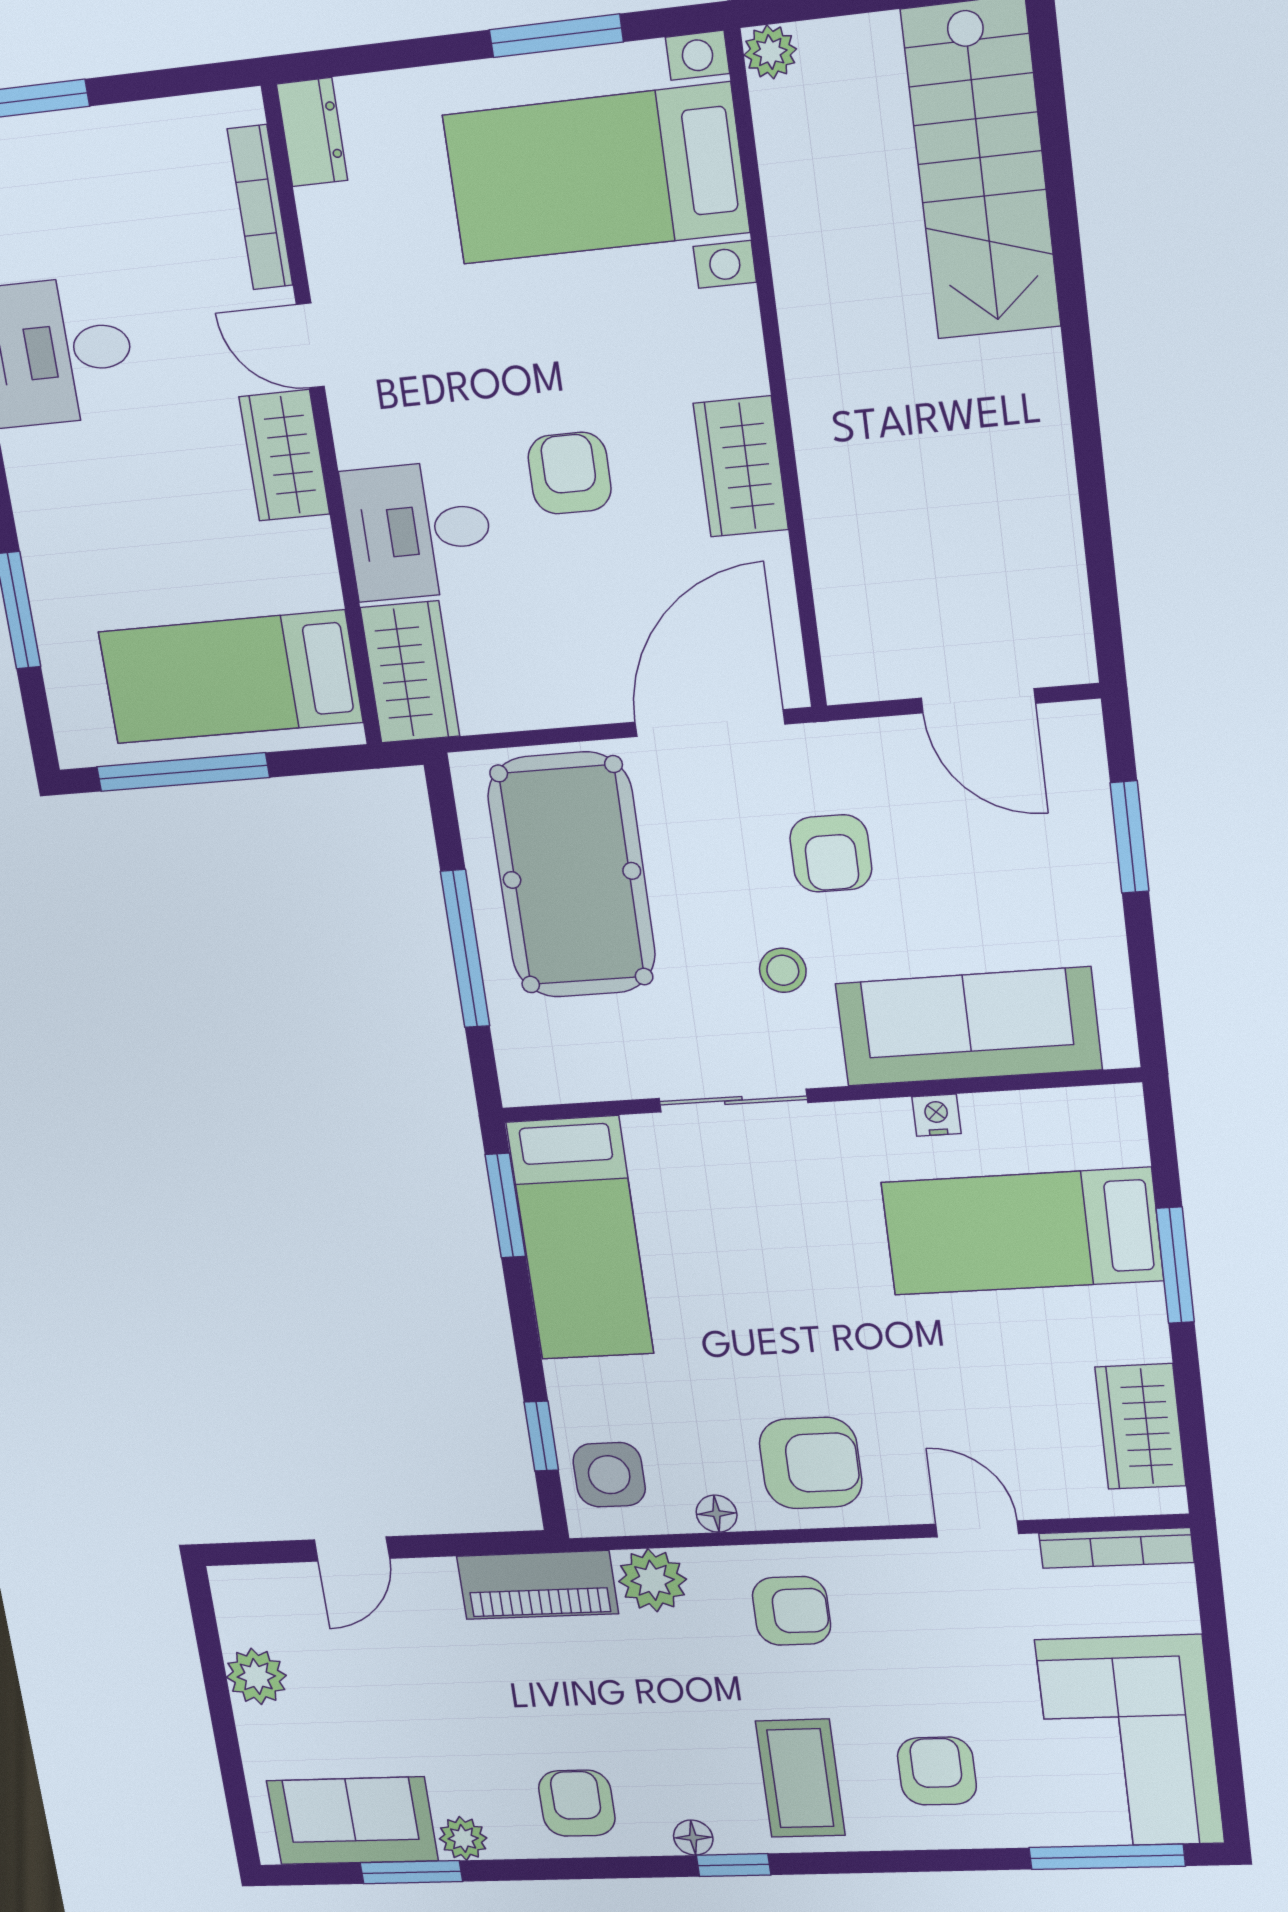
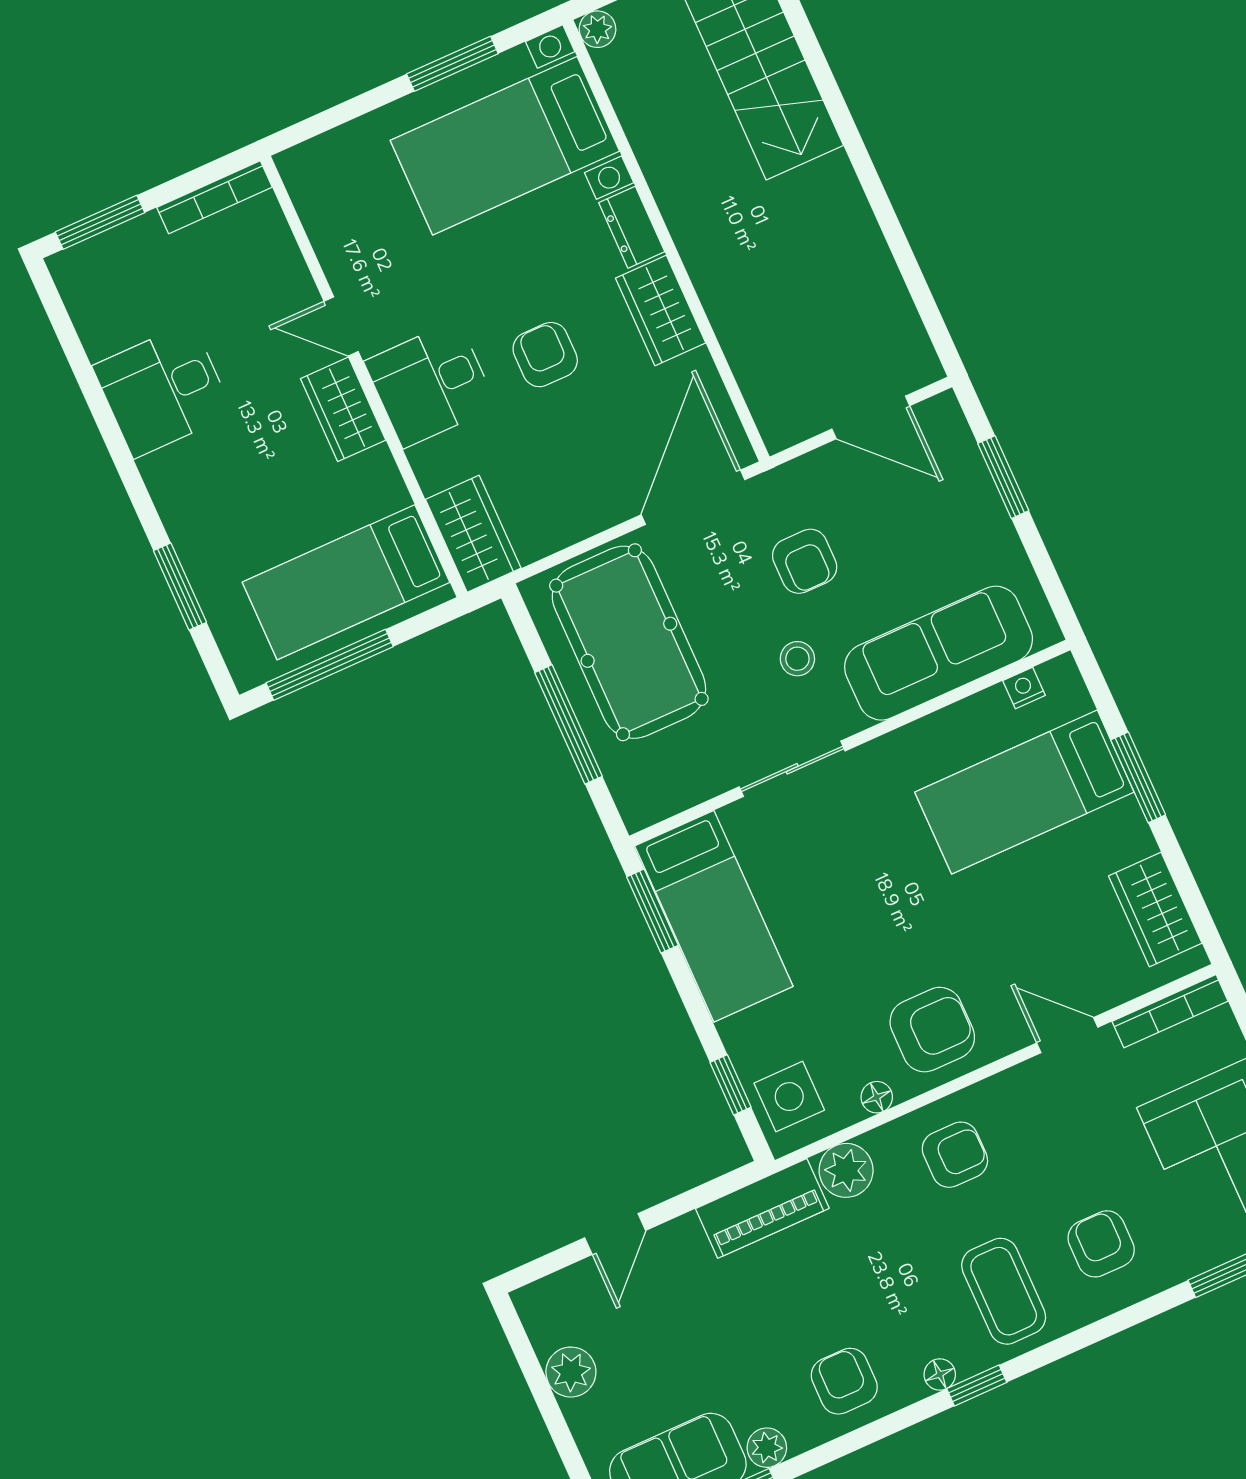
dresser: (312, 132) -> (632, 227), moved, turned 180
bookcase: (260, 207) -> (214, 197), moved, turned -90
desk: (418, 531) -> (431, 384), moved
nightstand: (936, 1115) -> (1024, 688), moved

